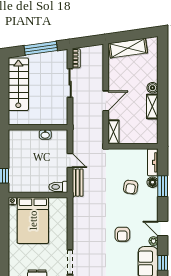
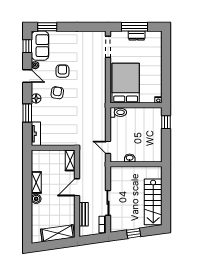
window: (41, 48) -> (134, 233), width x0.46
door: (70, 161) -> (108, 147), moved
floor lamp: (153, 182) -> (36, 98), moved
bench: (78, 183) -> (84, 214), moved
armchair: (131, 187) -> (57, 93), moved
bed: (33, 220) -> (126, 83), moved

